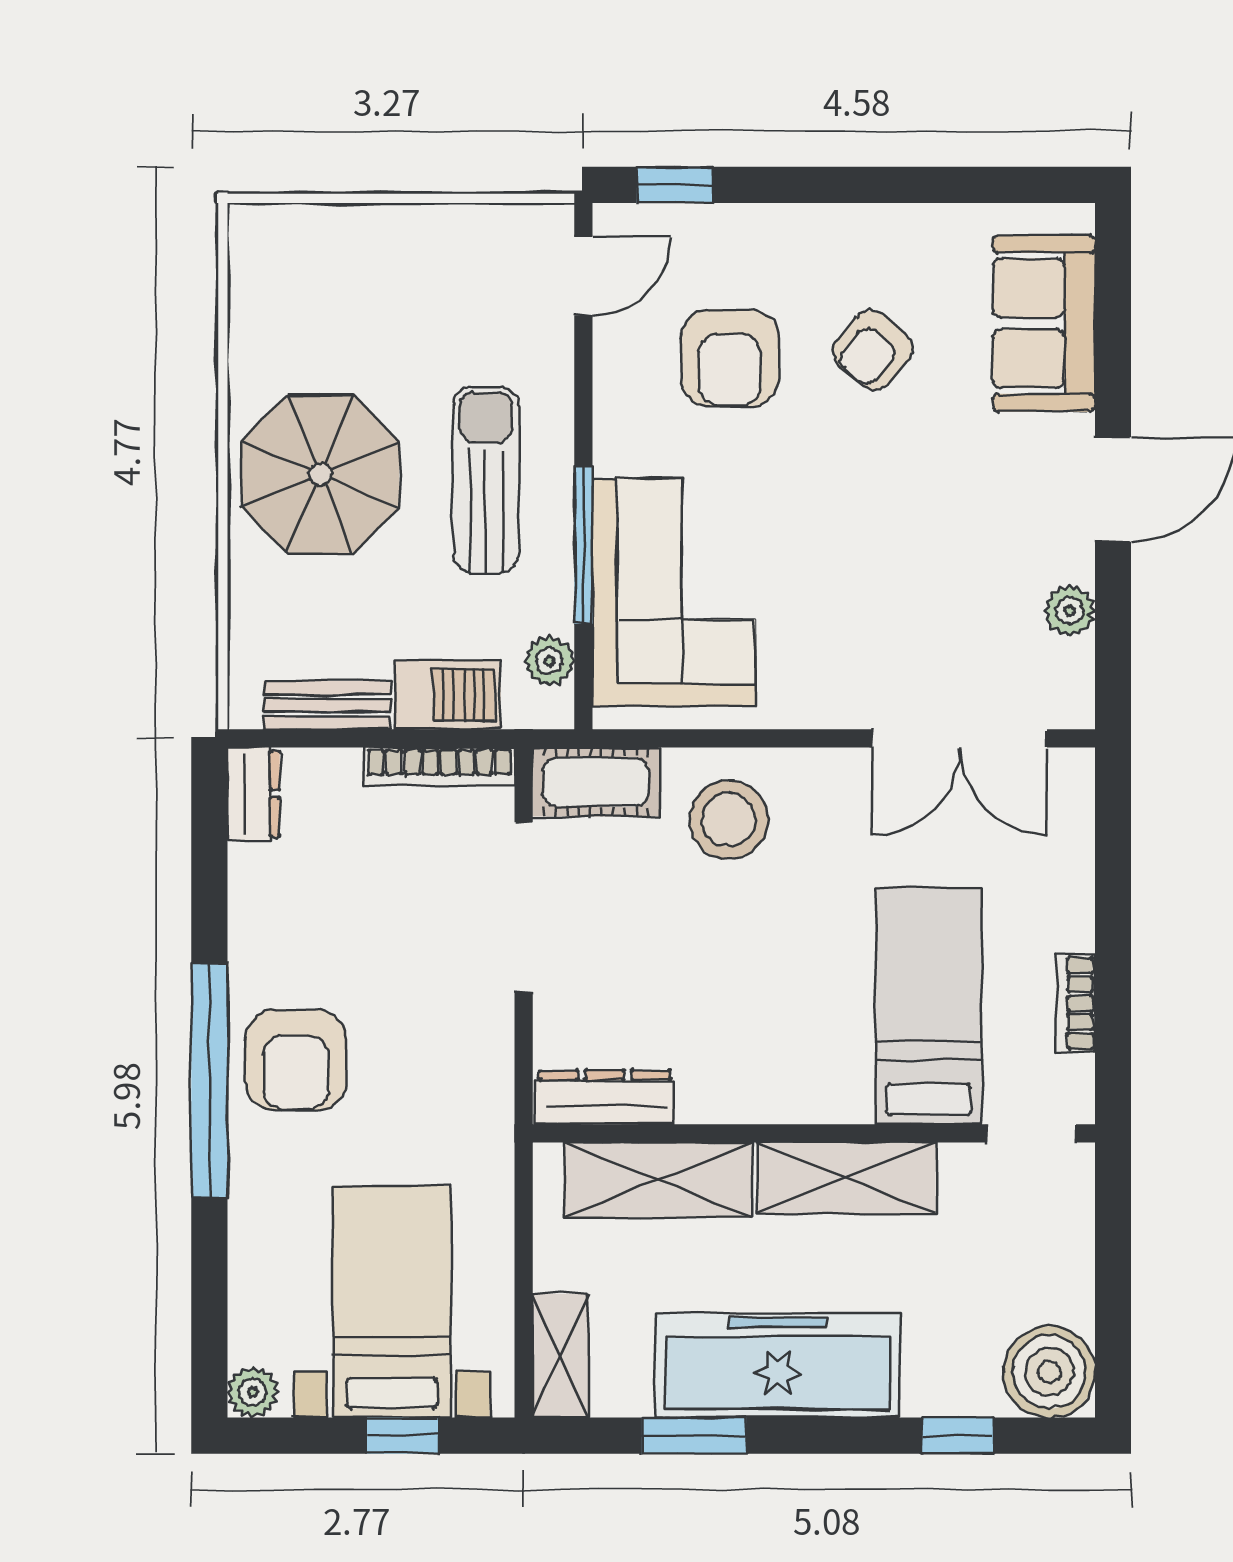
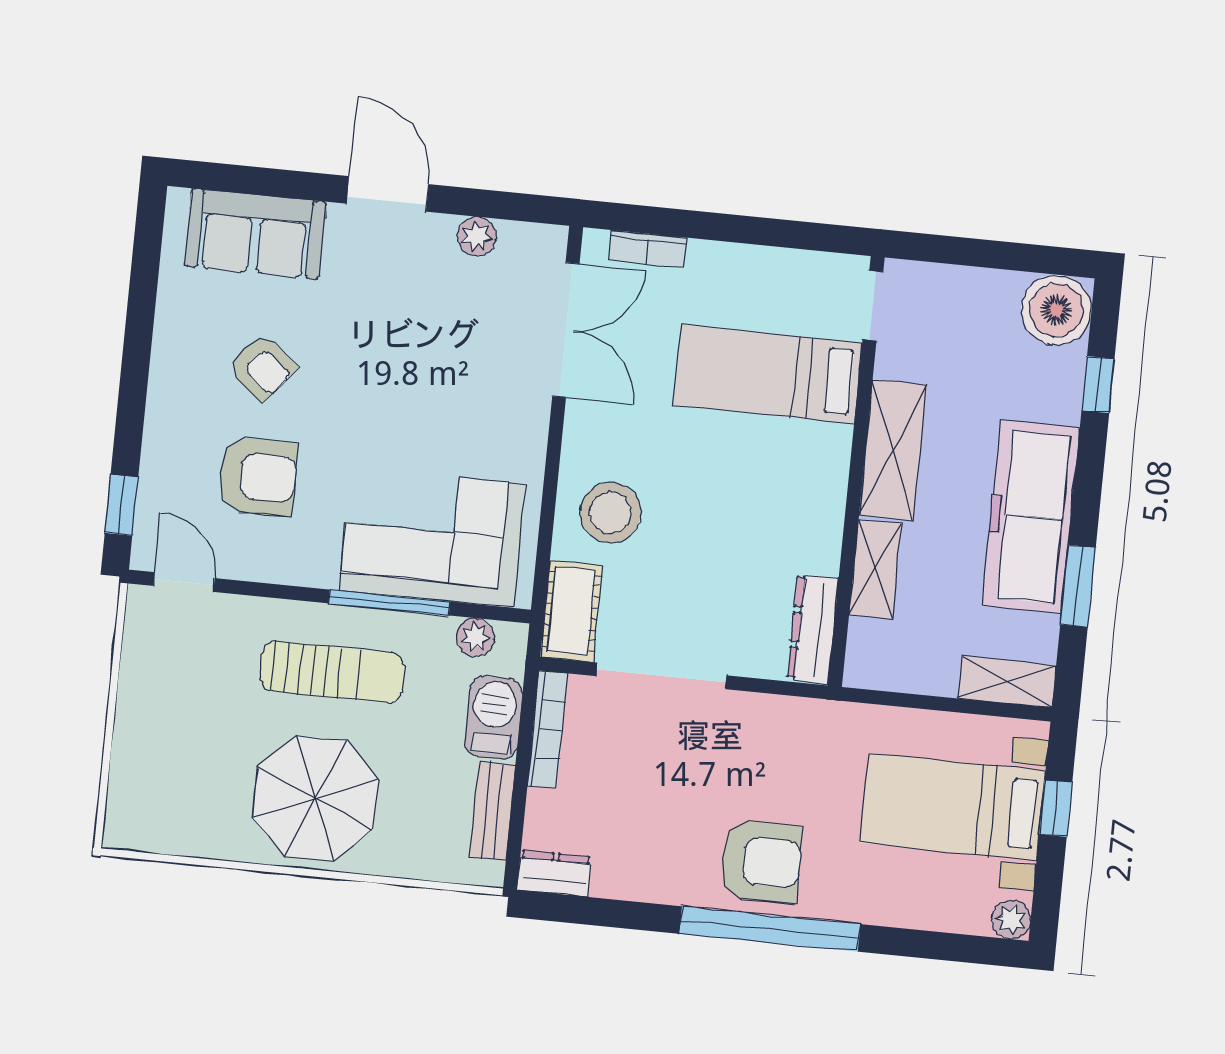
sun lounger: (486, 480) -> (332, 672), turned 180
bookcase: (1075, 1003) -> (648, 249), moved
shelving: (658, 1180) -> (875, 569), width x0.67, depth x0.75

